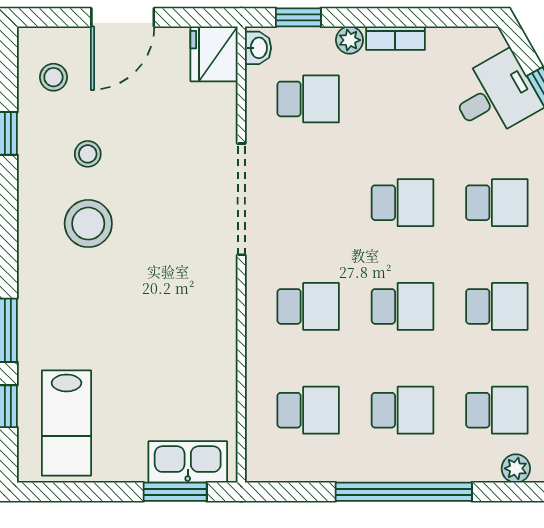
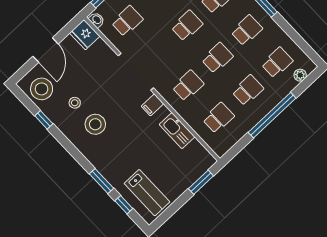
stool: (53, 77) -> (42, 89), width x1.89, depth x1.89
filing cabinet: (216, 282) -> (152, 105), added
kitchen sink: (188, 462) -> (177, 131), moved, turned -90

